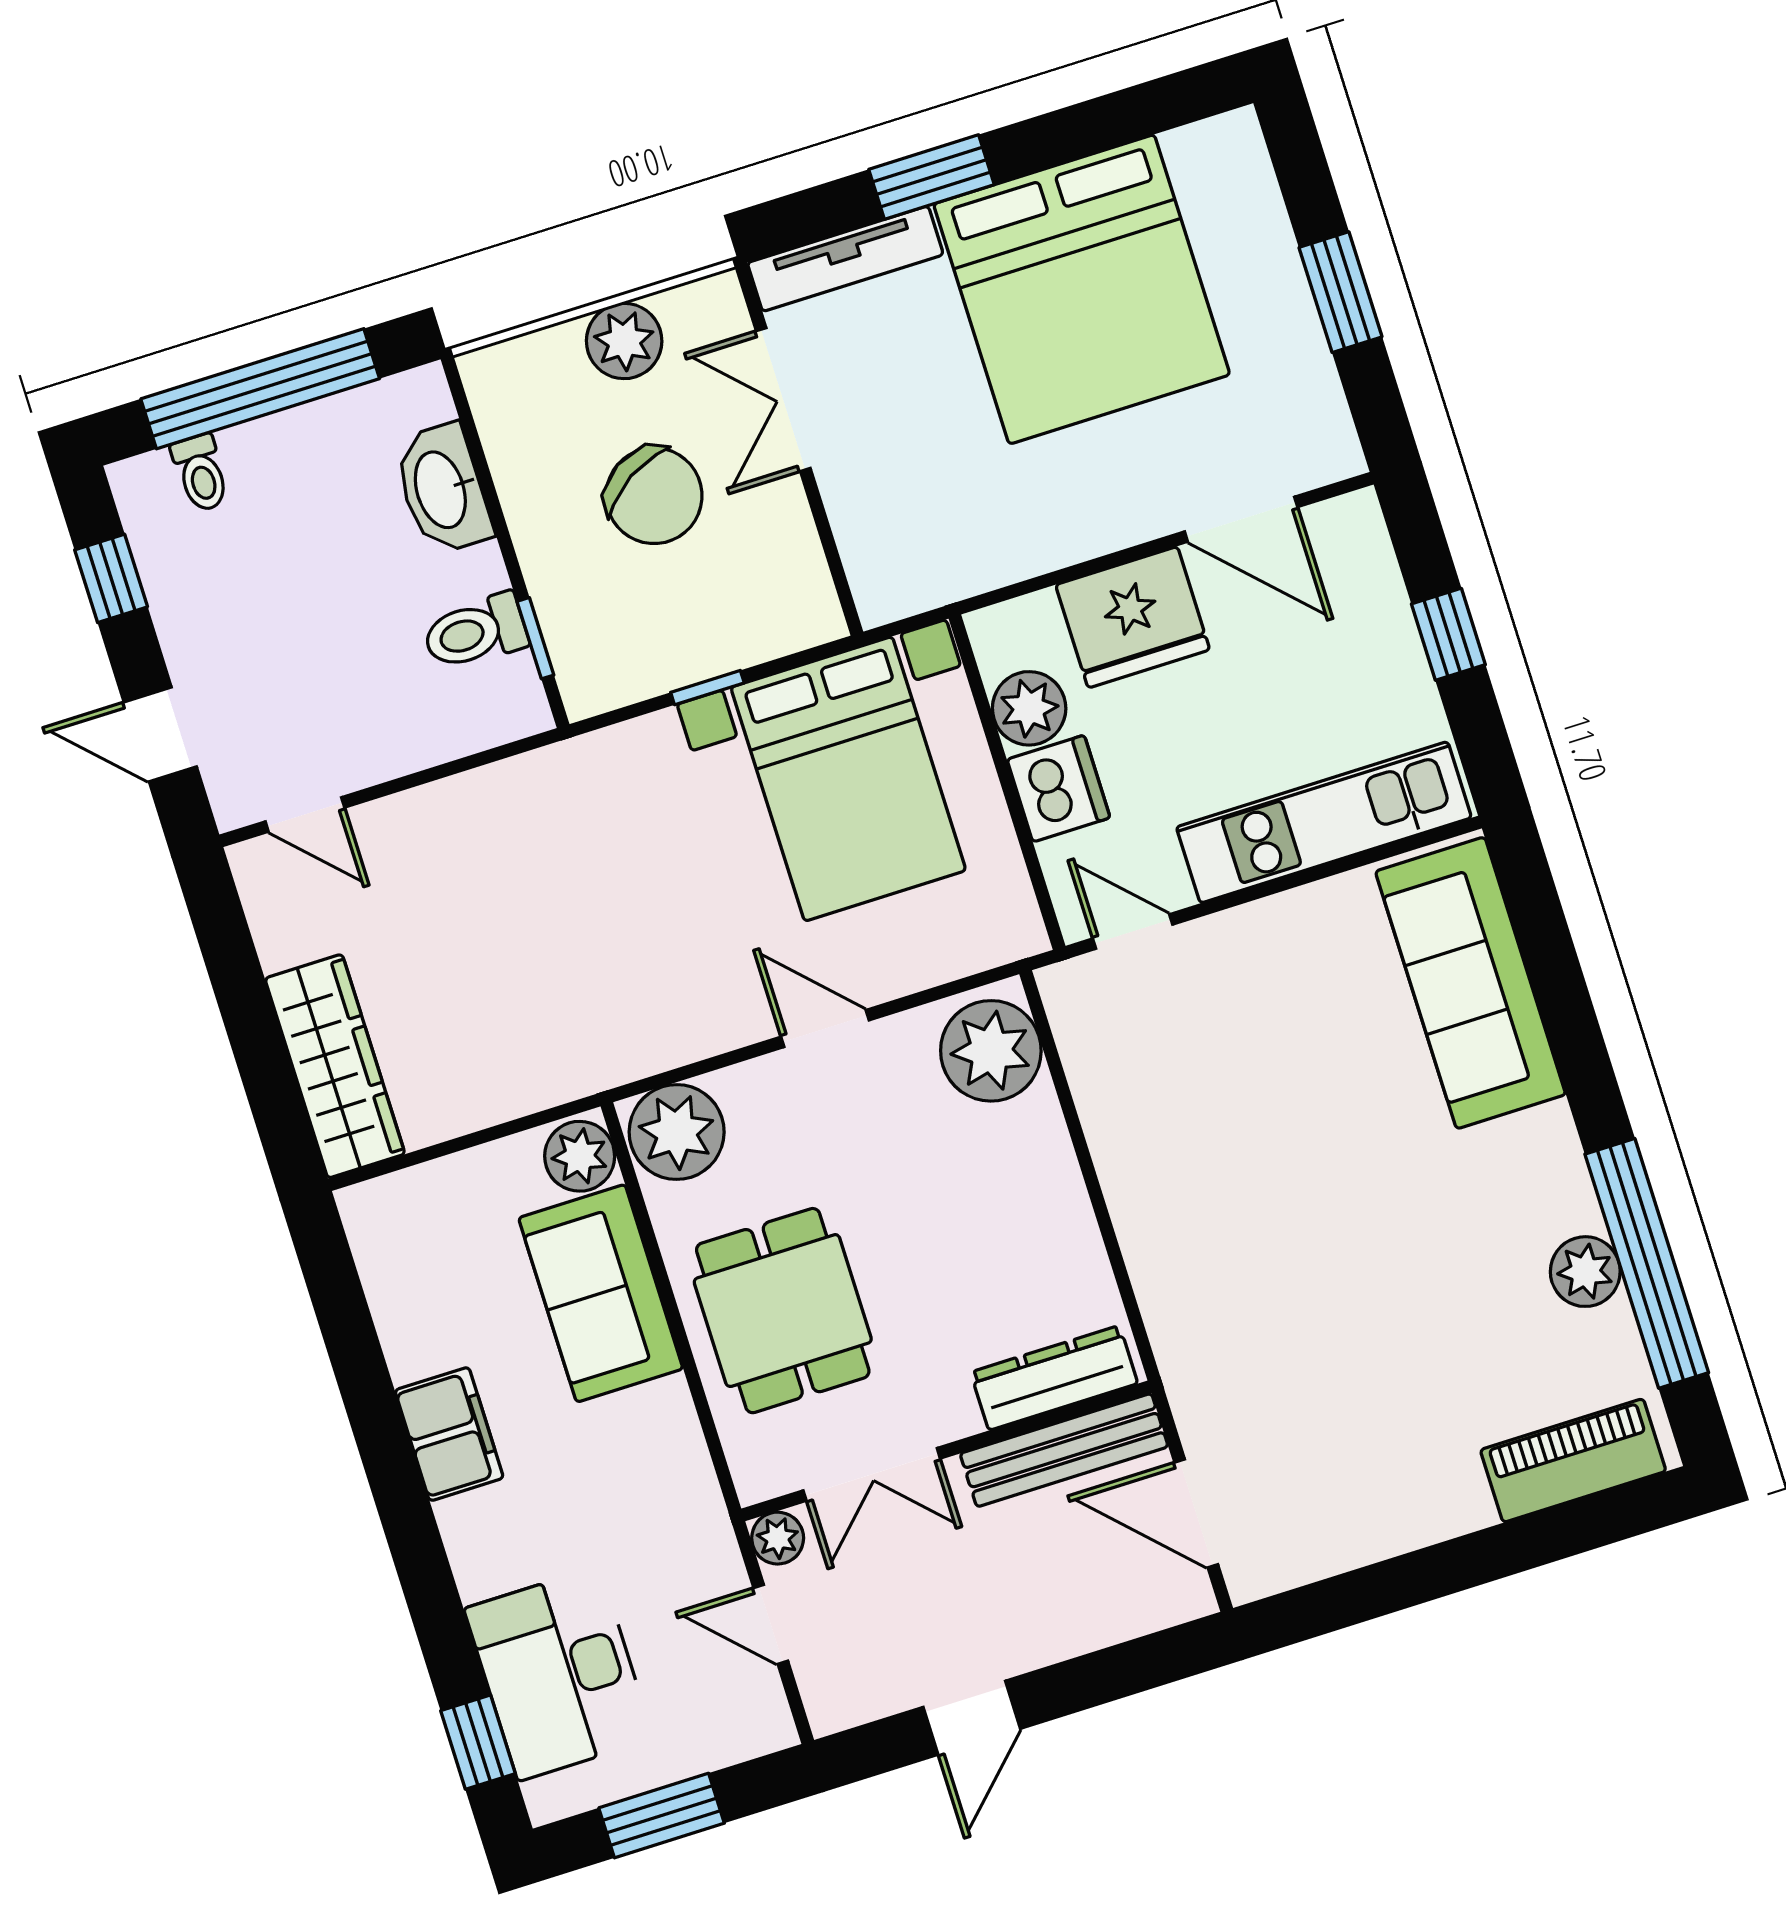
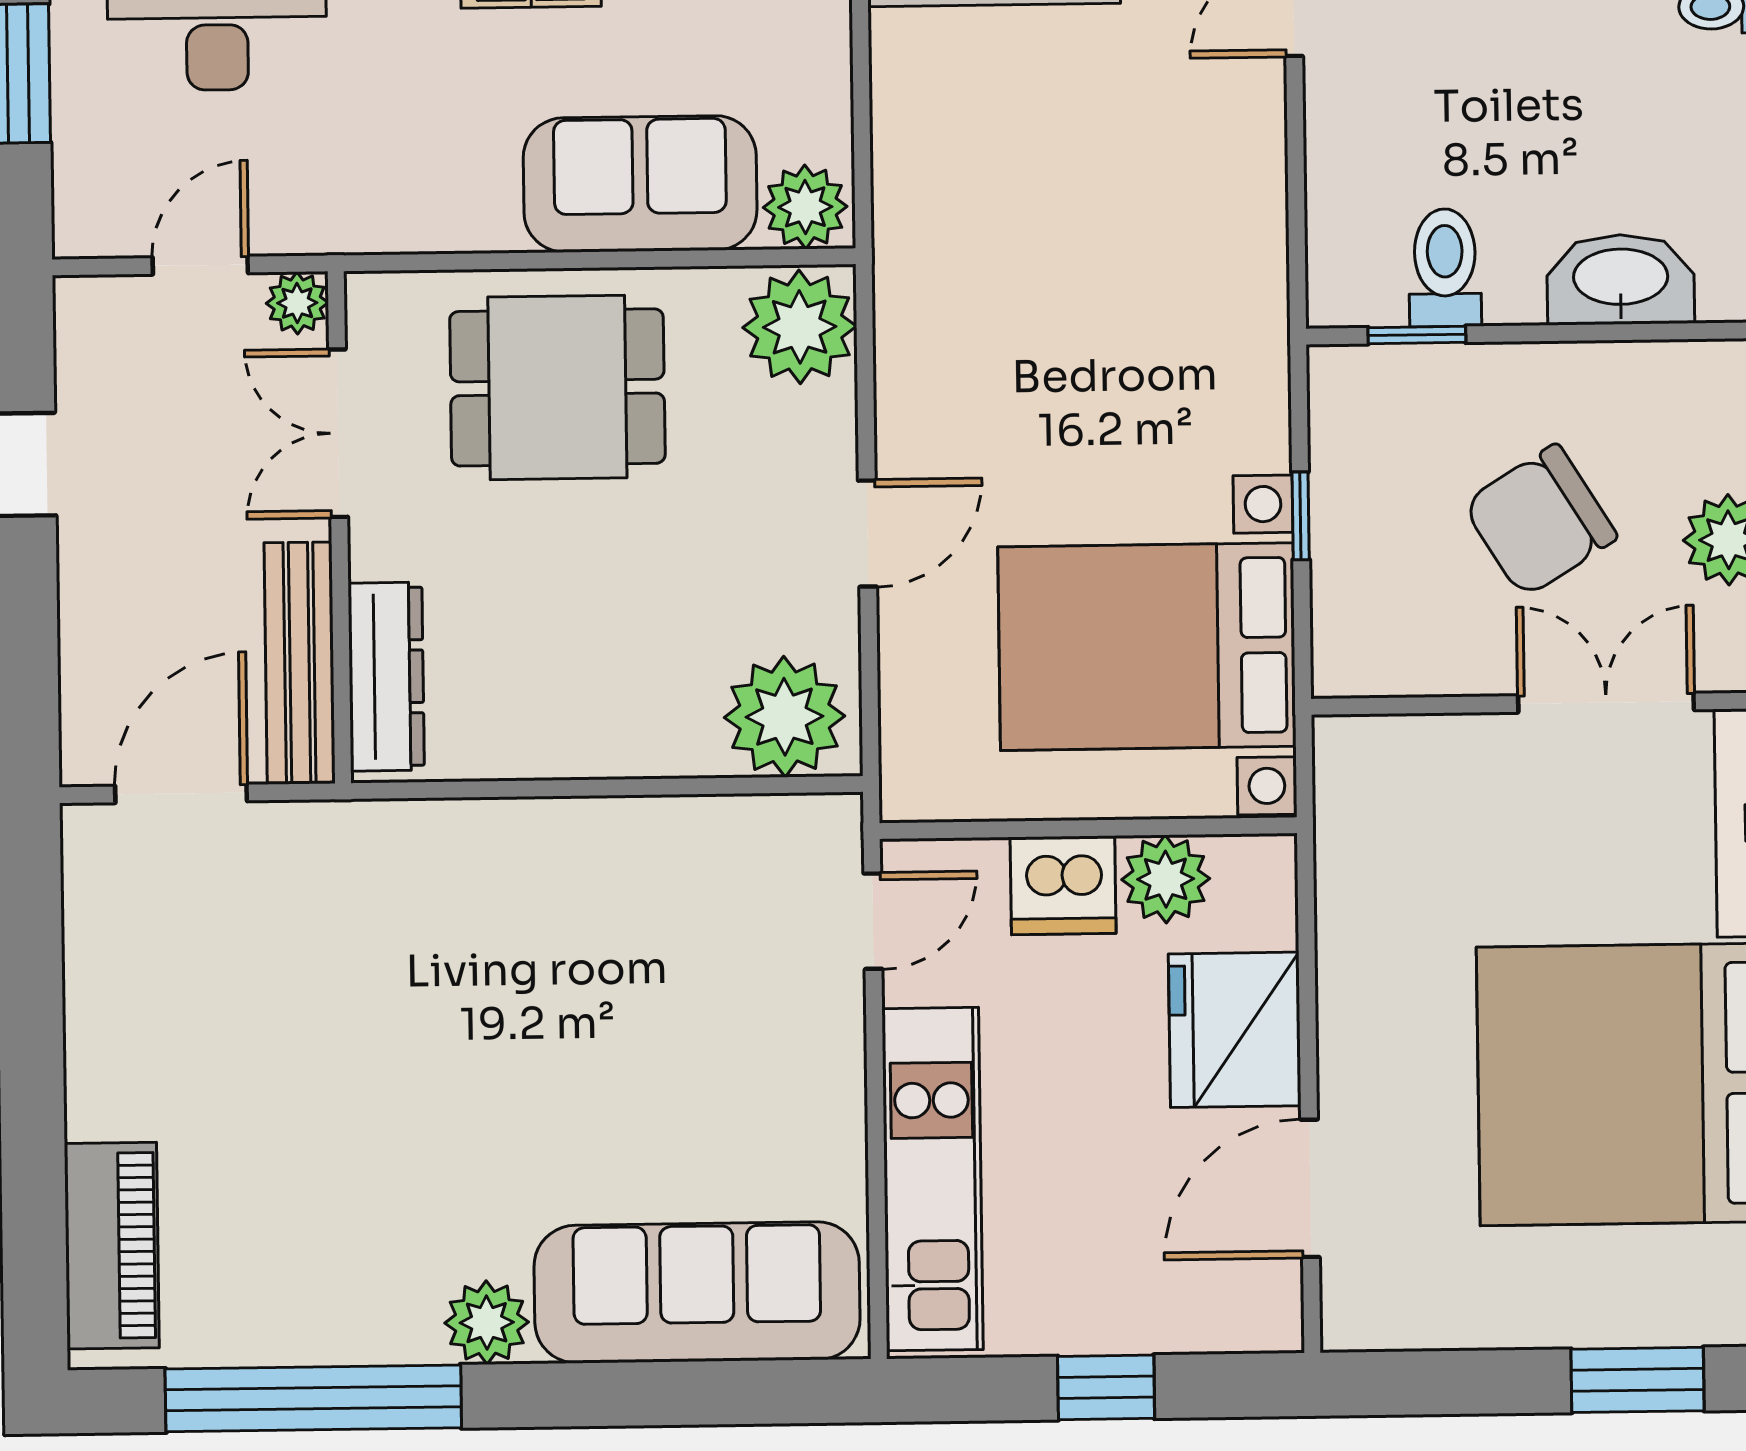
window: (1341, 292) -> (1638, 1380), moved
plant: (1585, 1272) -> (487, 1323), moved

